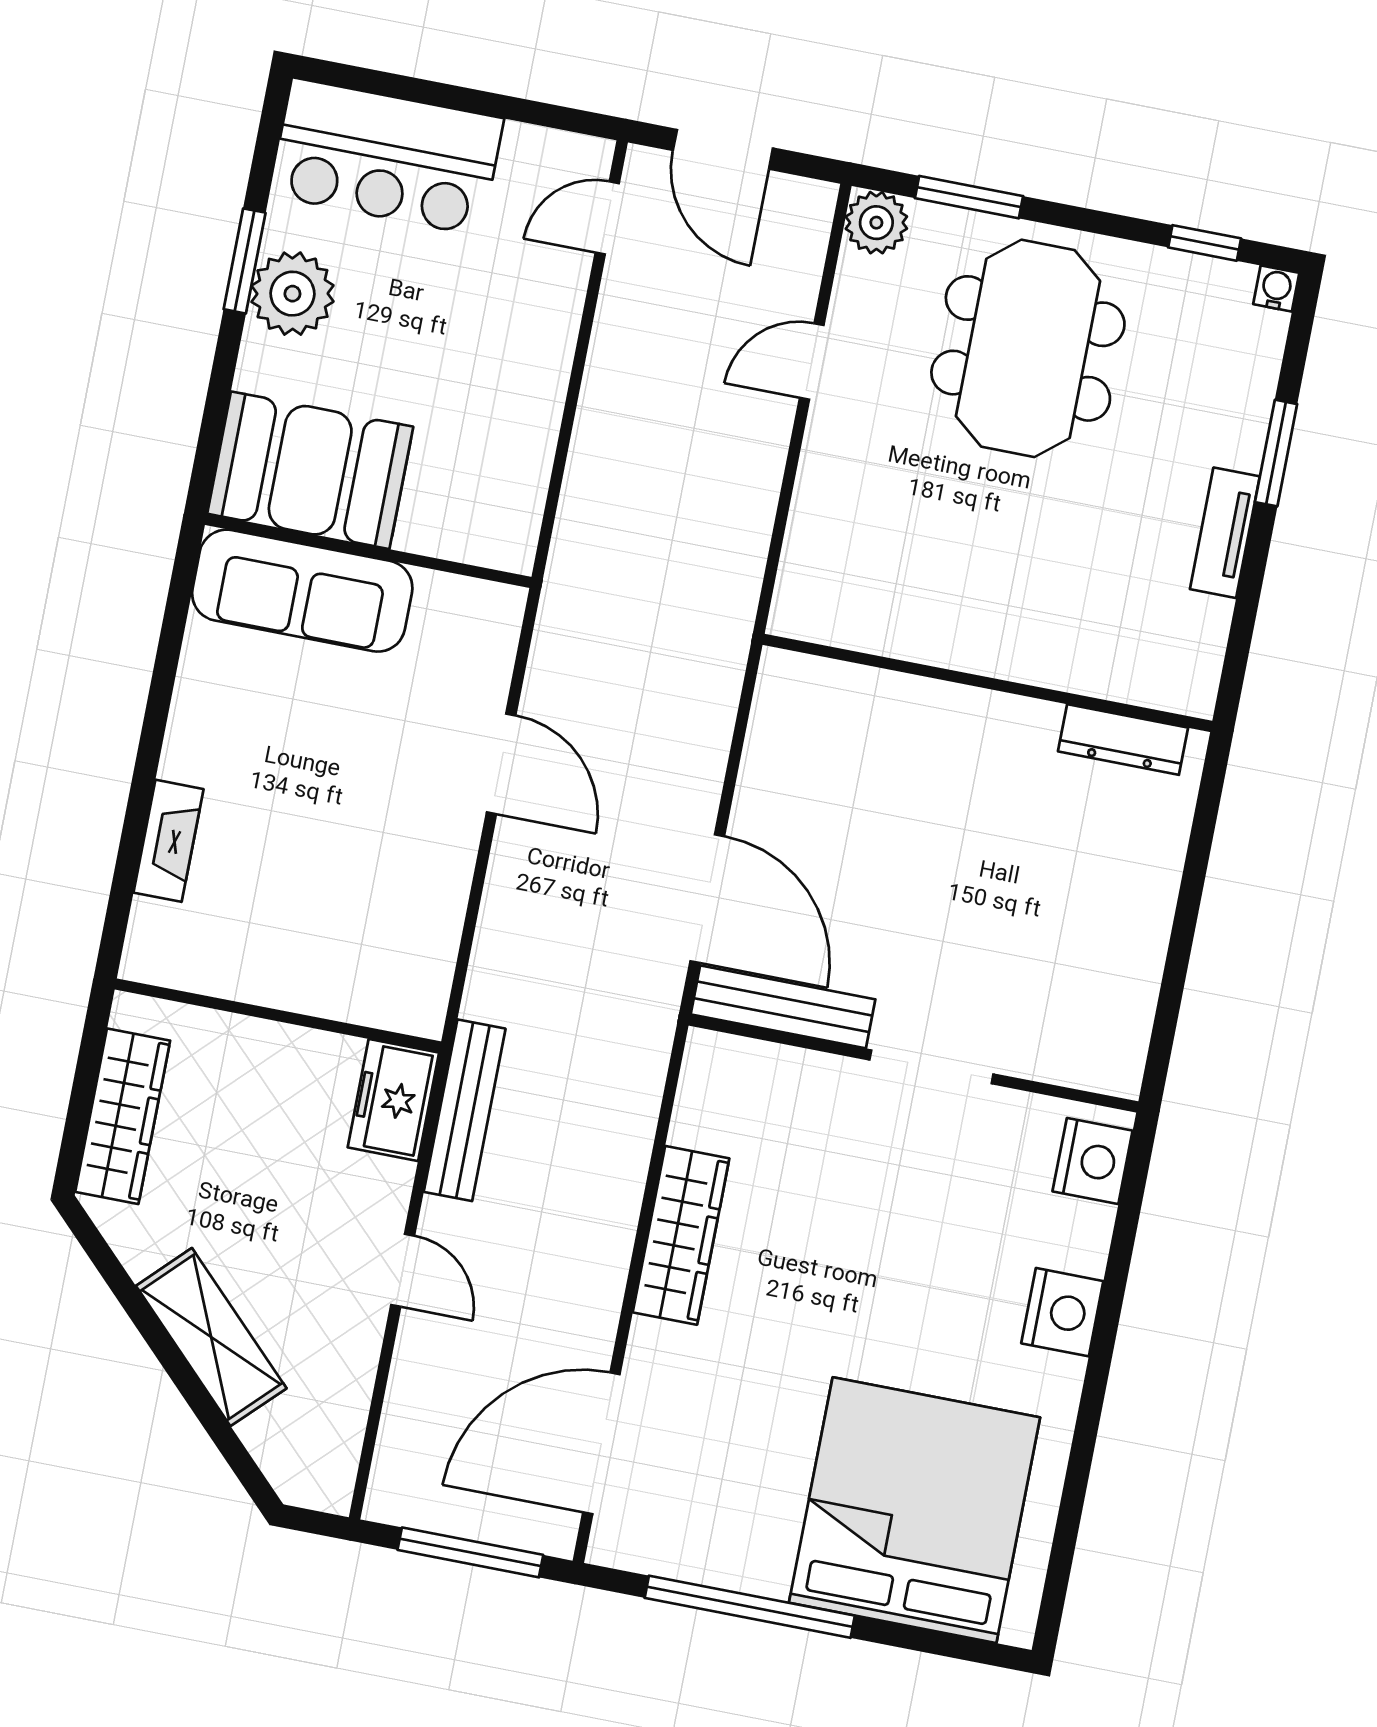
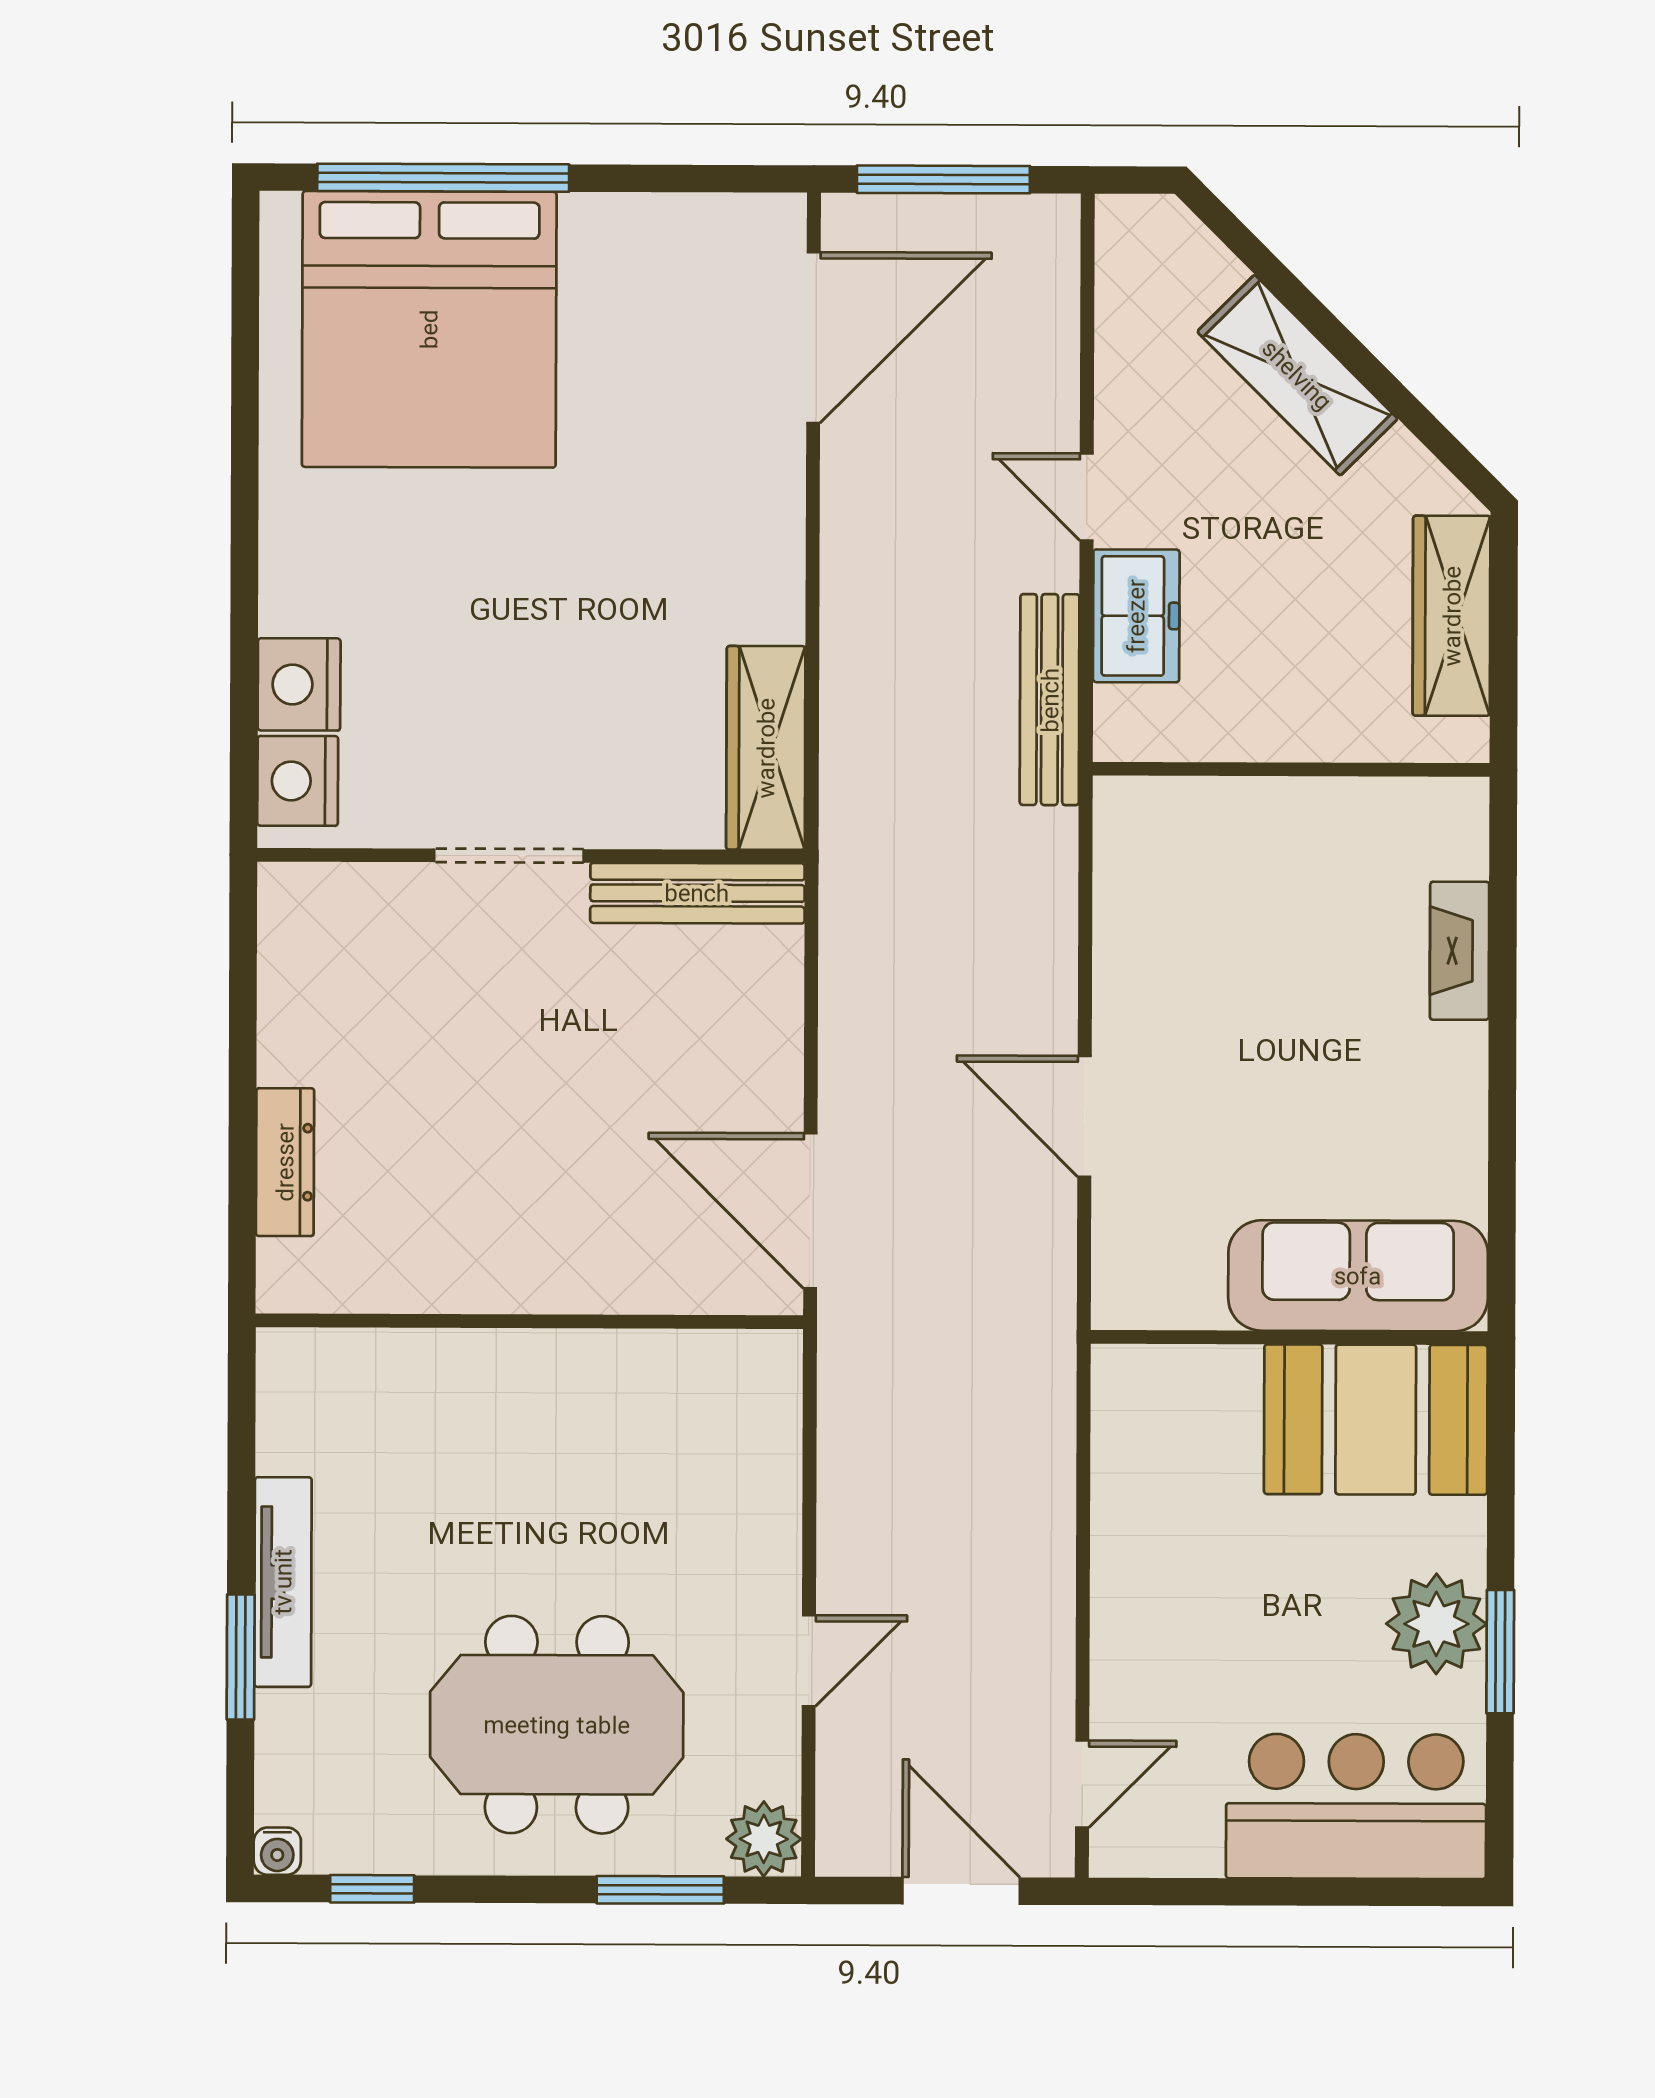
meeting table: (1028, 348) -> (557, 1725), turned 90
tv unit: (1225, 533) -> (283, 1582), width x1.41
dresser: (1123, 740) -> (285, 1162), moved, turned 90
door: (707, 899) -> (810, 1211), moved
freezer: (393, 1100) -> (1136, 616), moved
wardrobe: (681, 1235) -> (766, 748), moved
nightstand: (1062, 1312) -> (299, 684), moved
window: (750, 1607) -> (443, 178), moved

